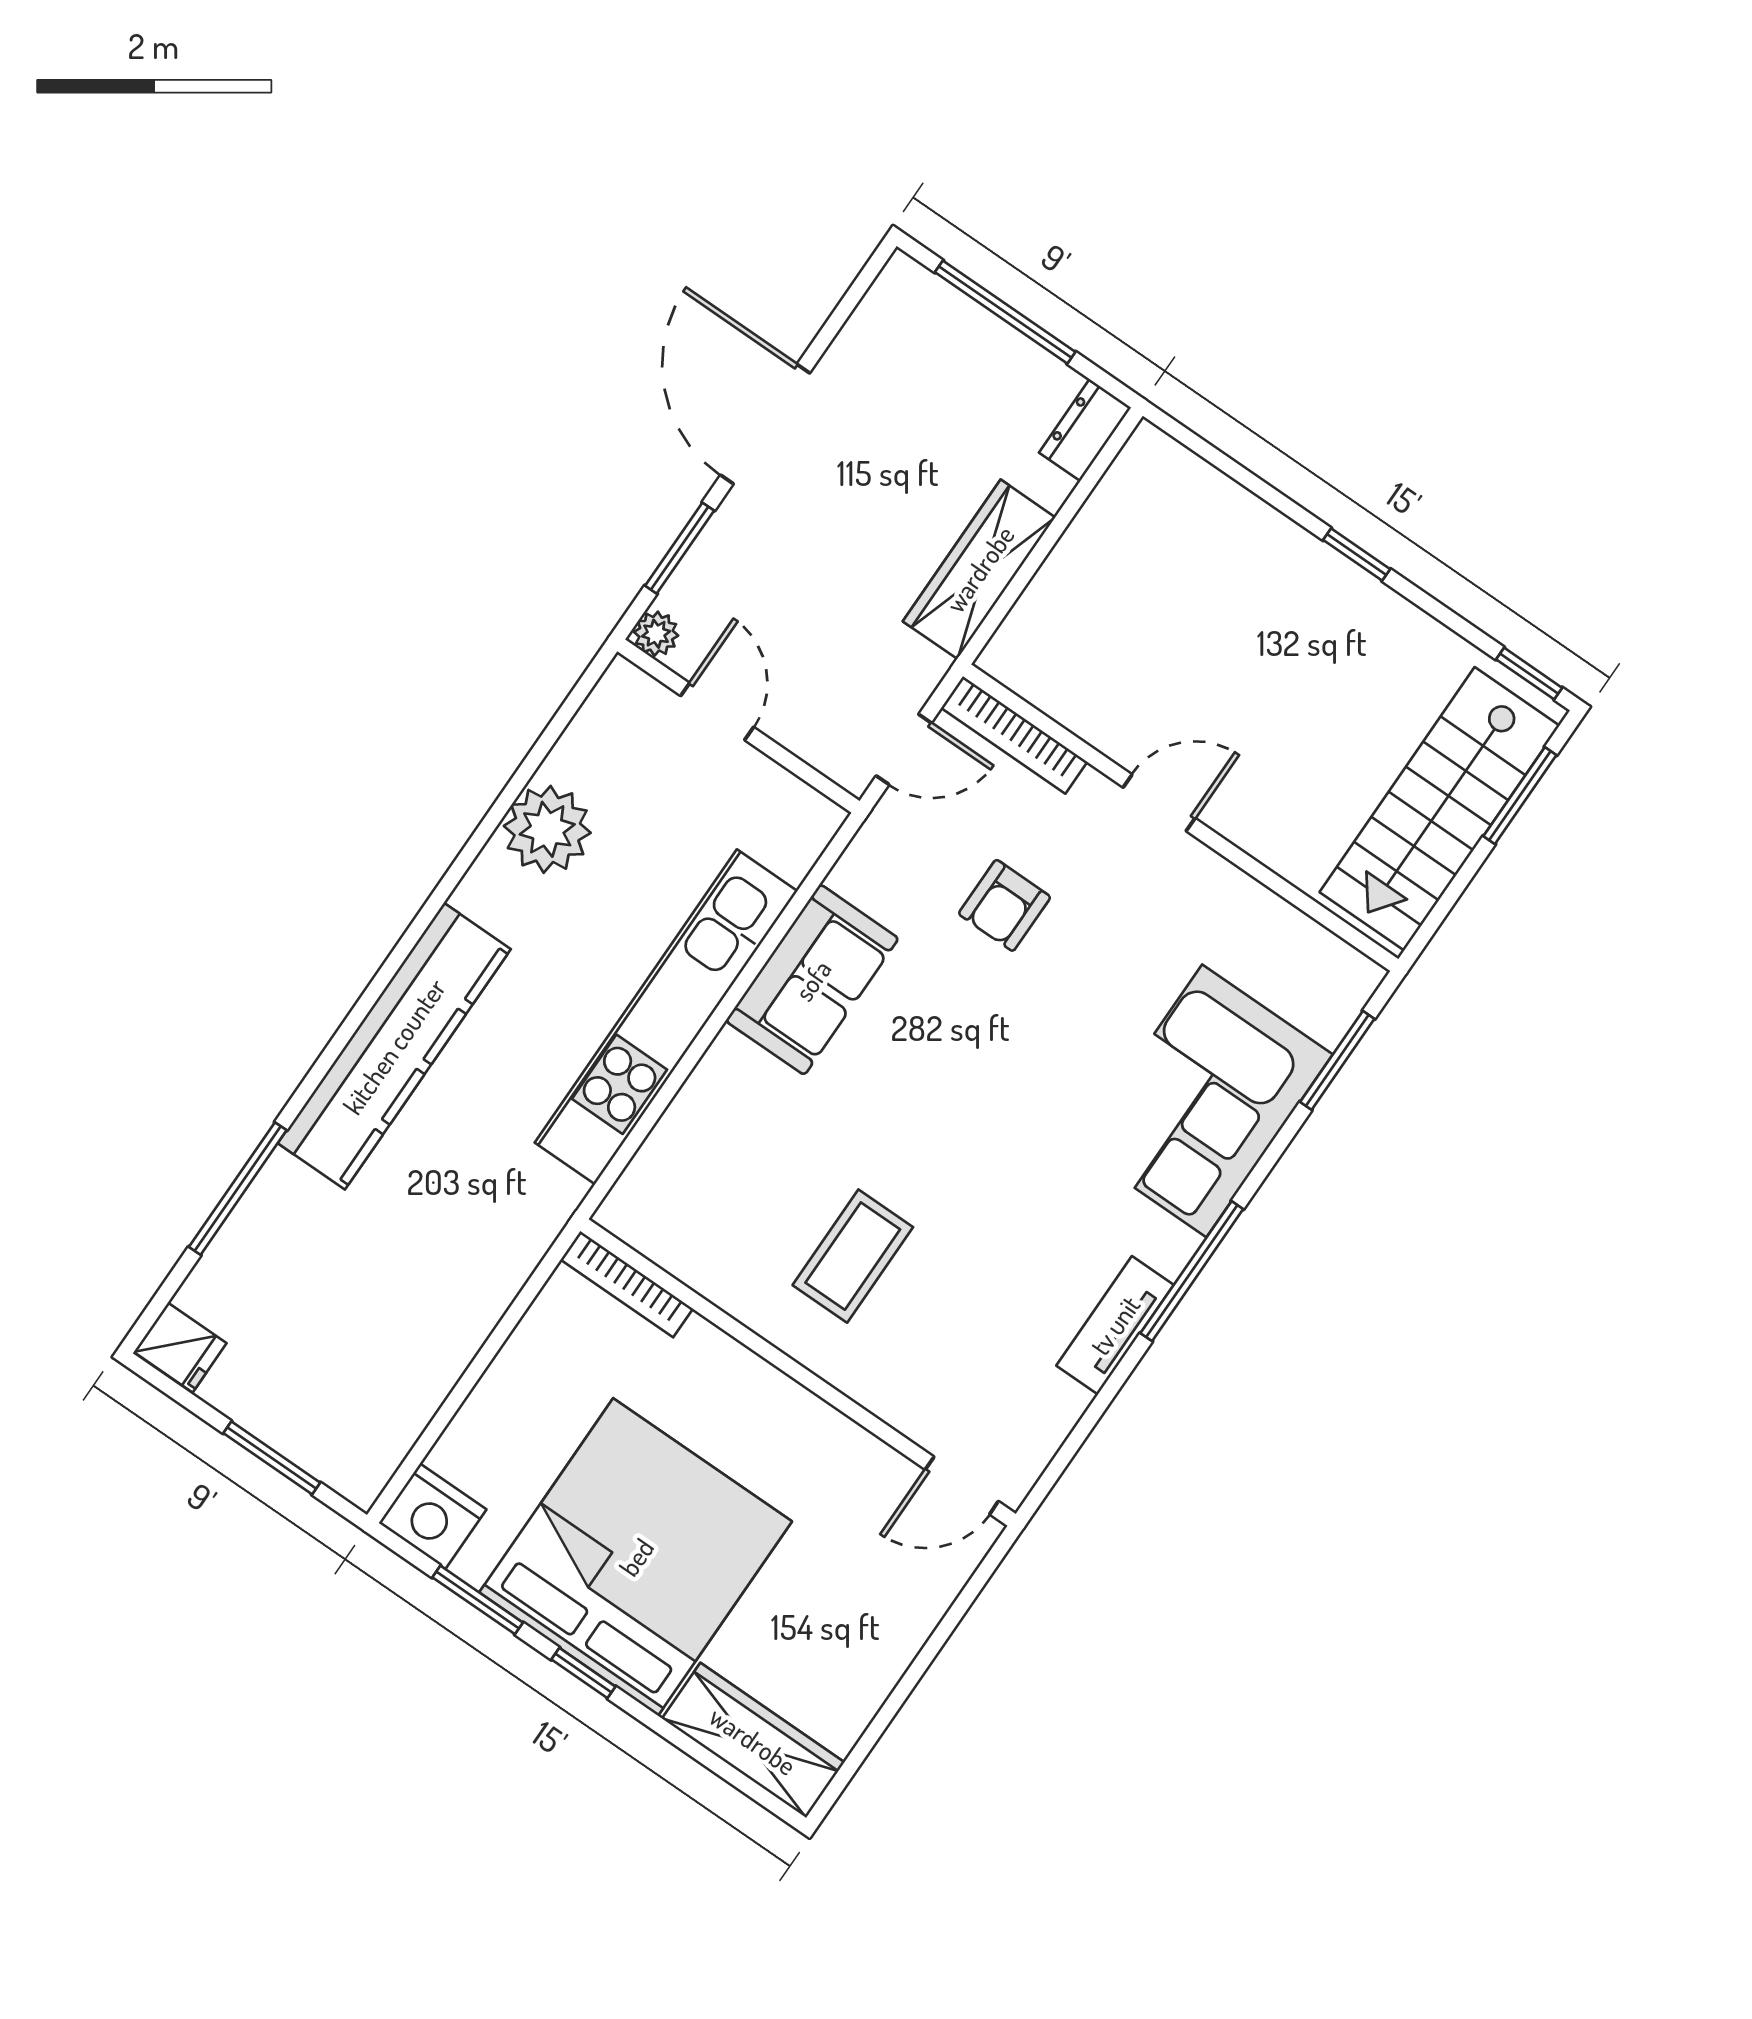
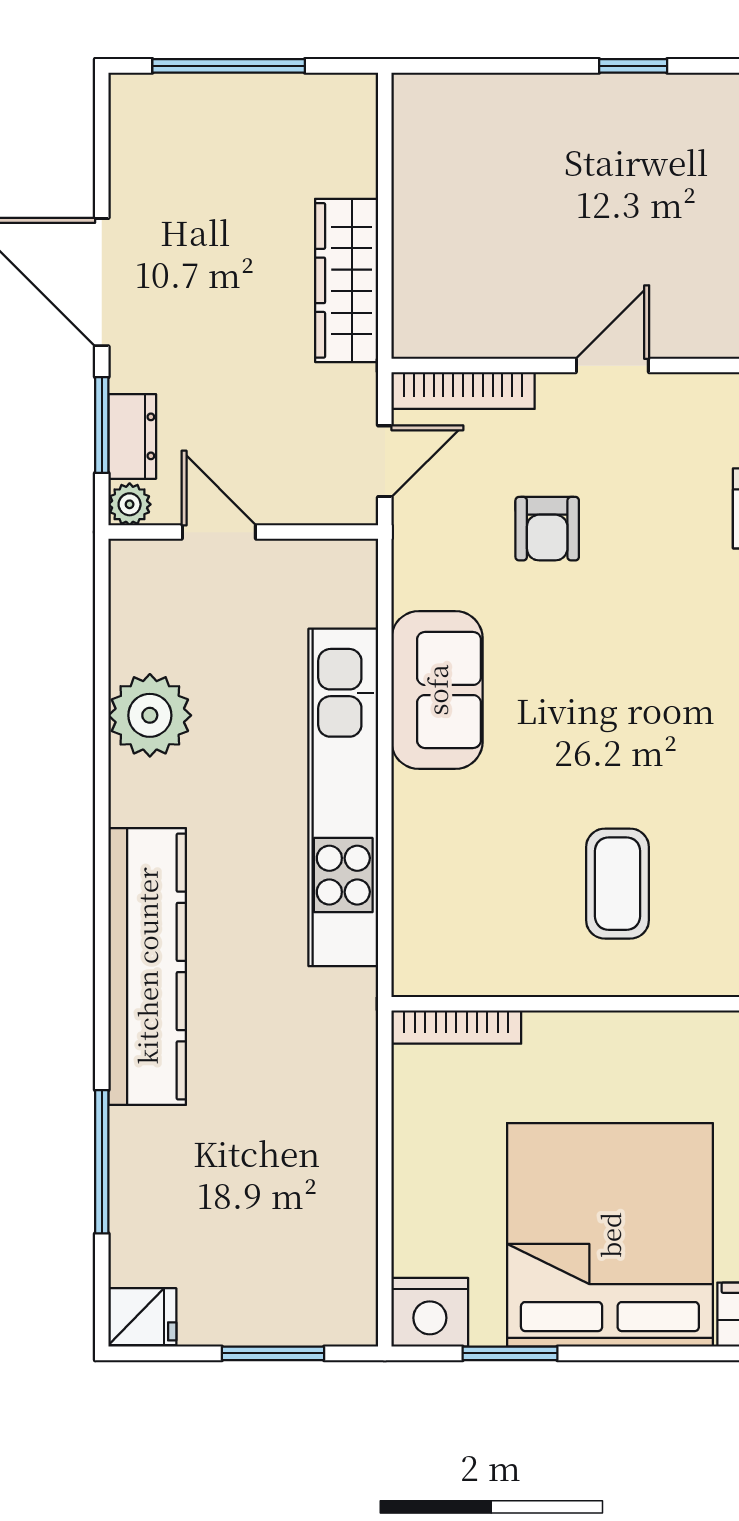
dresser: (1085, 430) -> (132, 436), moved, turned 180
window: (583, 1673) -> (632, 1353), removed

